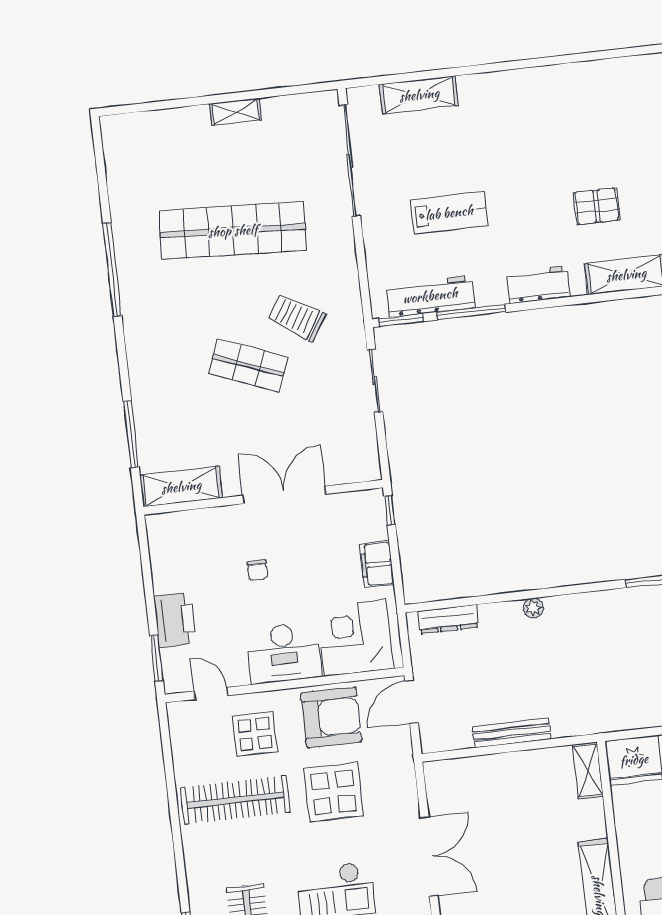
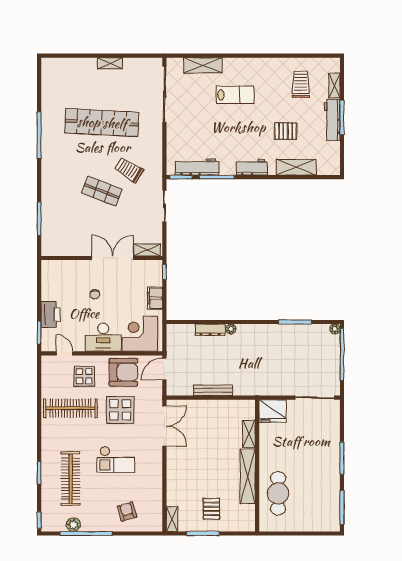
trolley: (616, 110) -> (301, 84), added
lab bench: (449, 213) -> (235, 95), moved
shelving: (181, 487) -> (147, 250), moved, width x0.67, depth x0.75
dresser: (448, 619) -> (210, 330), moved
shelving: (588, 770) -> (249, 434), moved
double door: (429, 856) -> (164, 426), moved

